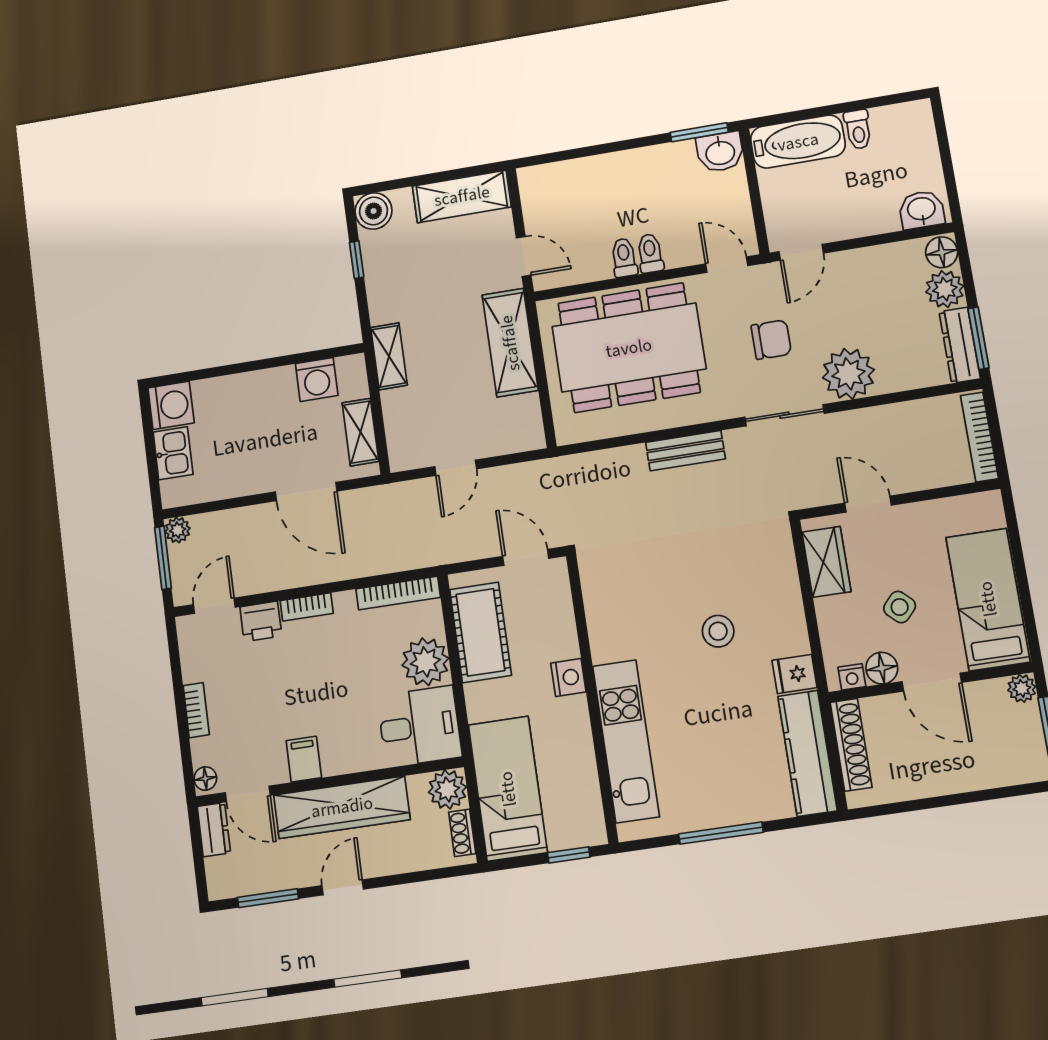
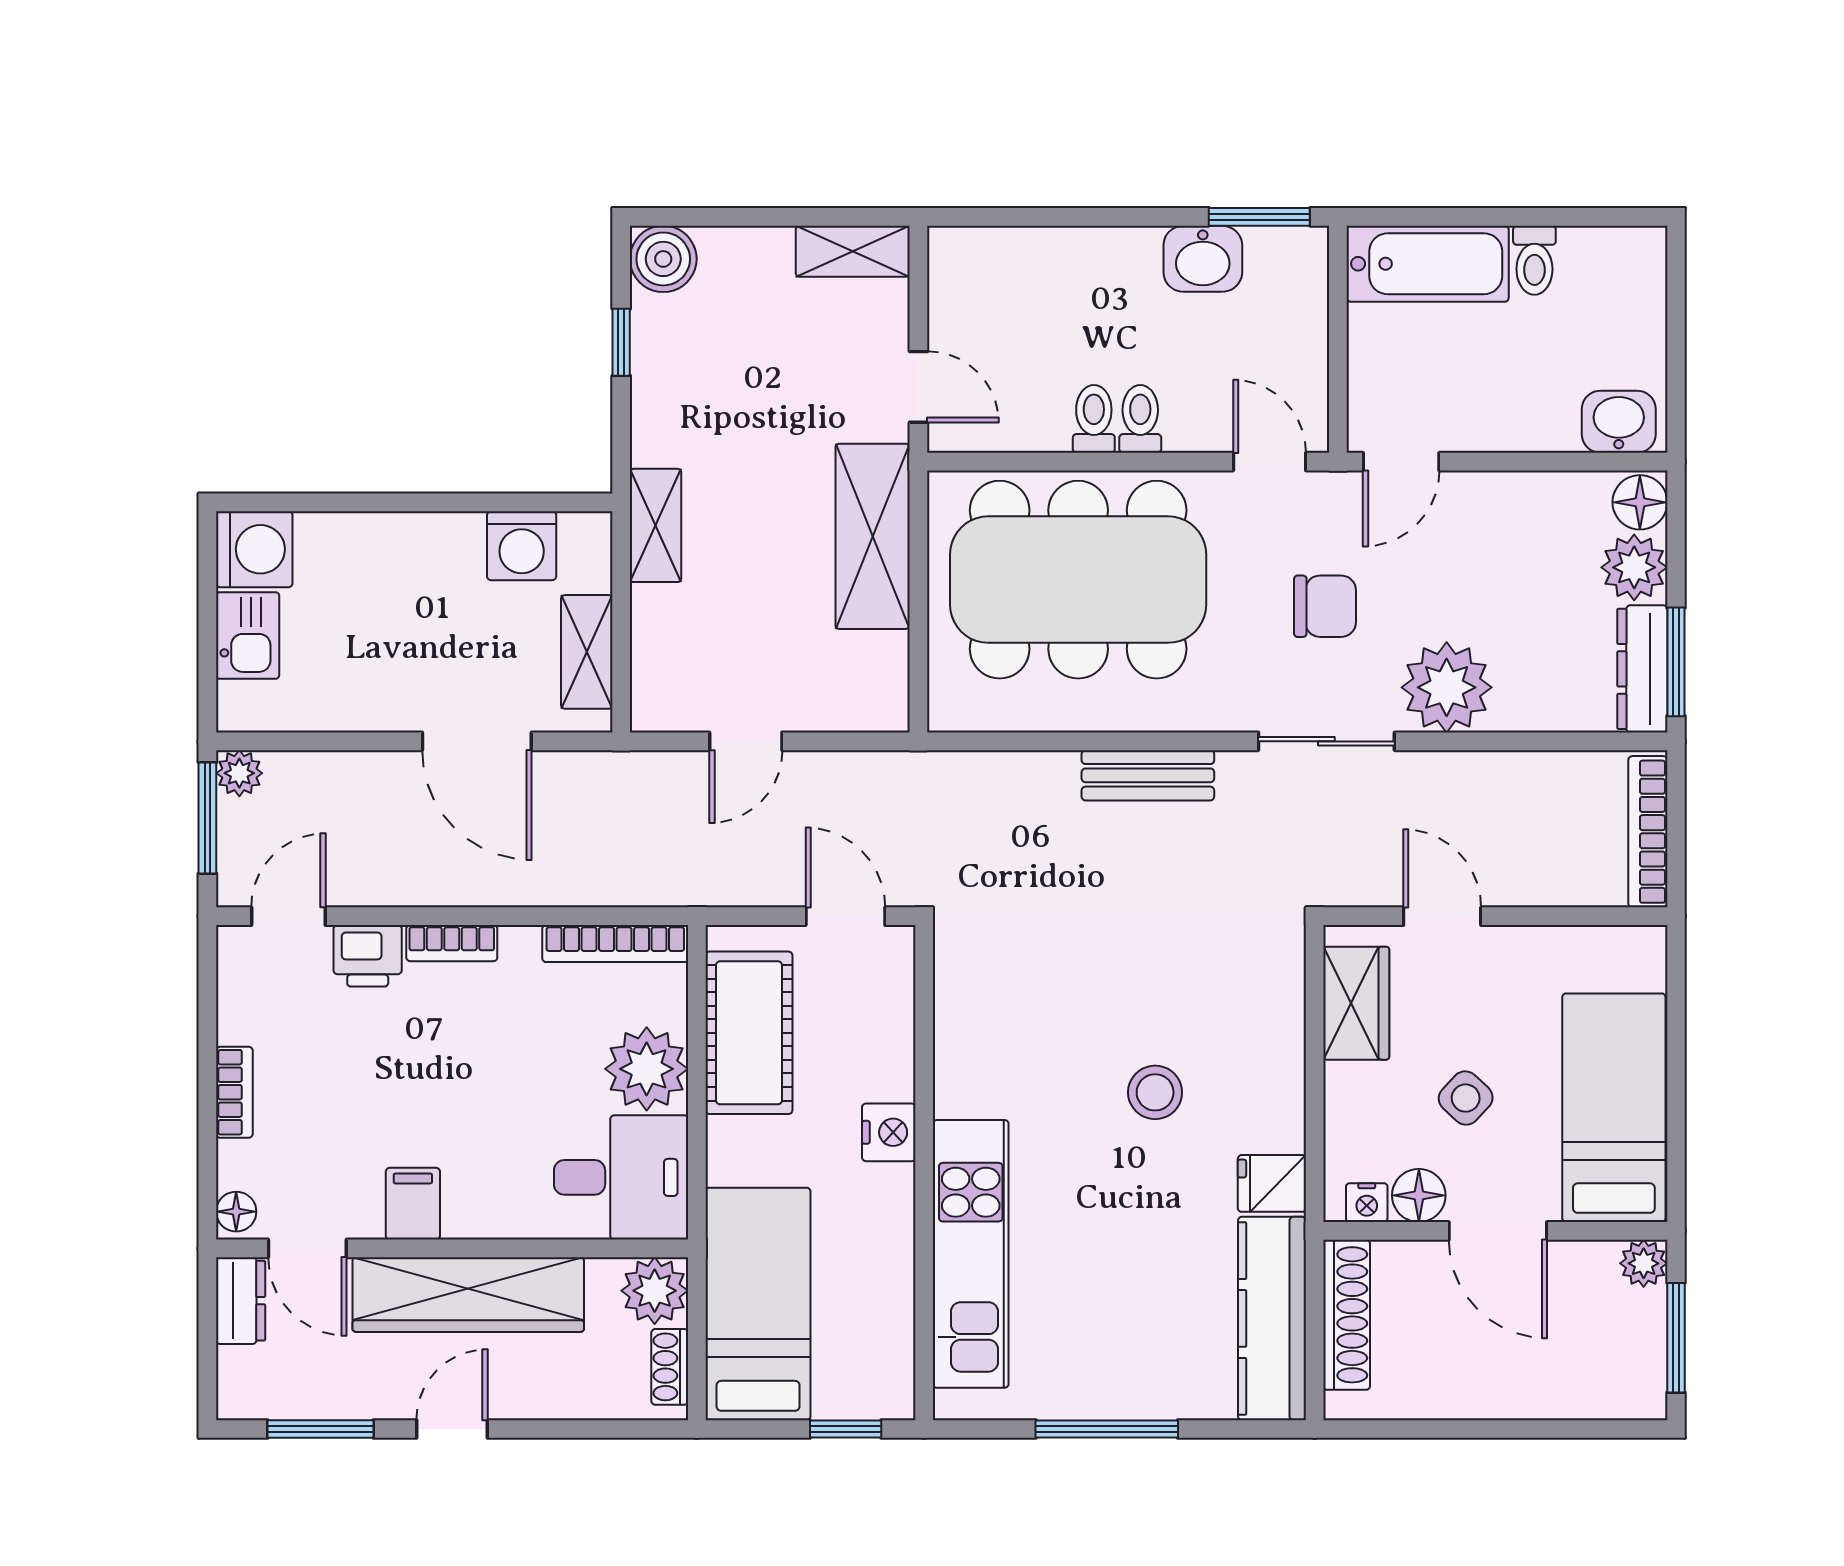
washbasin: (720, 152) -> (1203, 259), moved
shelving: (462, 196) -> (853, 251), width x0.67, depth x0.75

